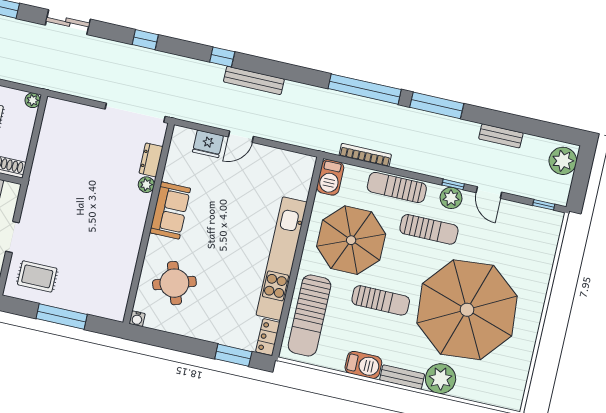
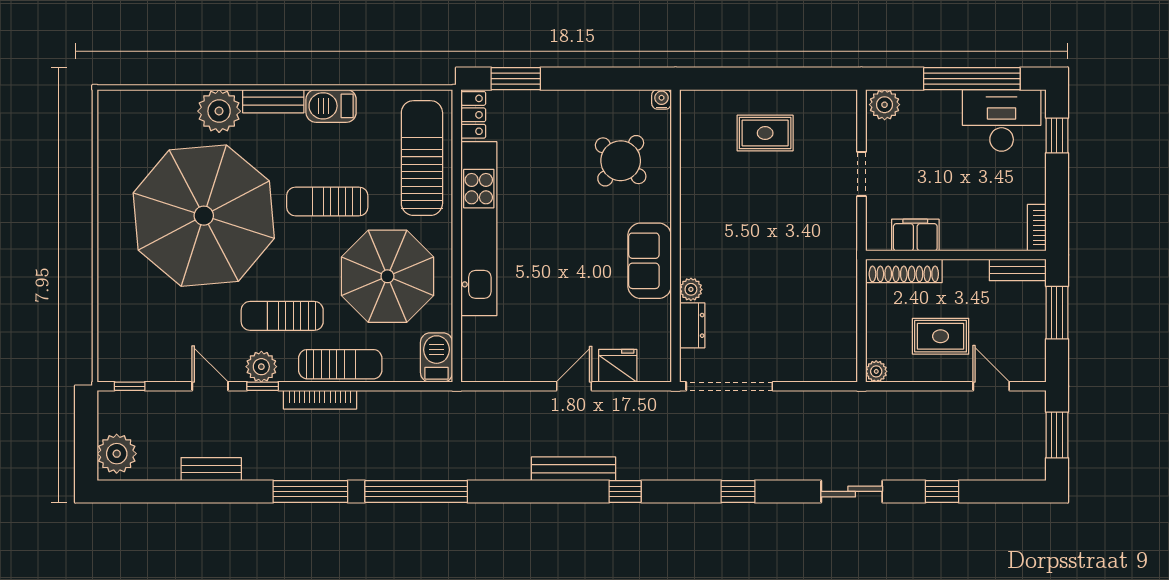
bookcase: (365, 155) -> (320, 400), moved
rug: (37, 276) -> (765, 133), moved
round table: (174, 283) -> (621, 161), turned -31
window: (62, 317) -> (768, 79), removed

